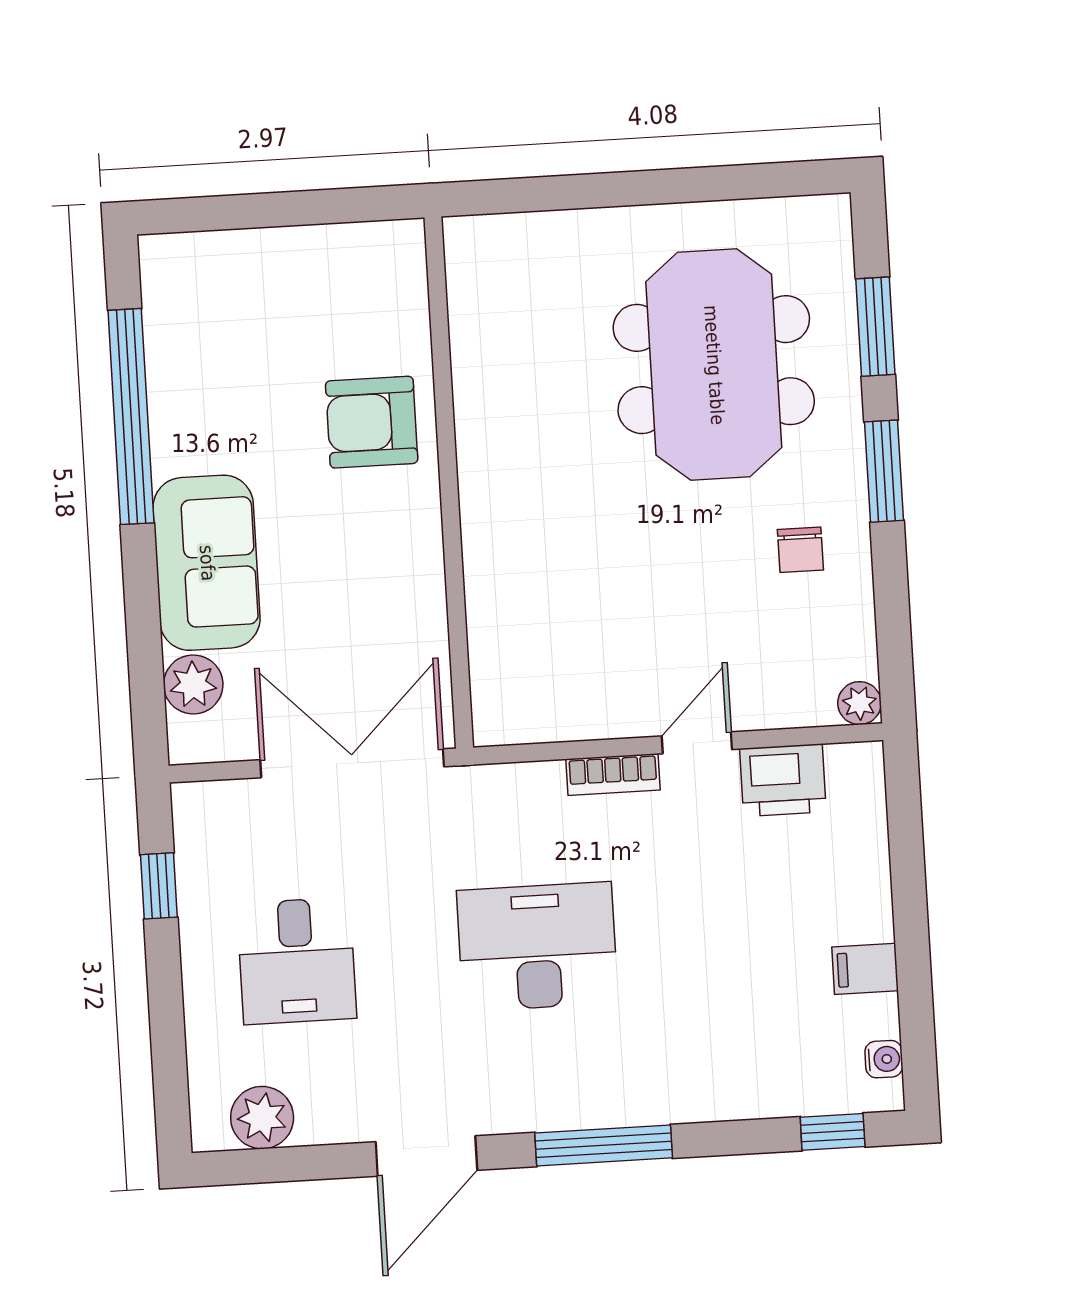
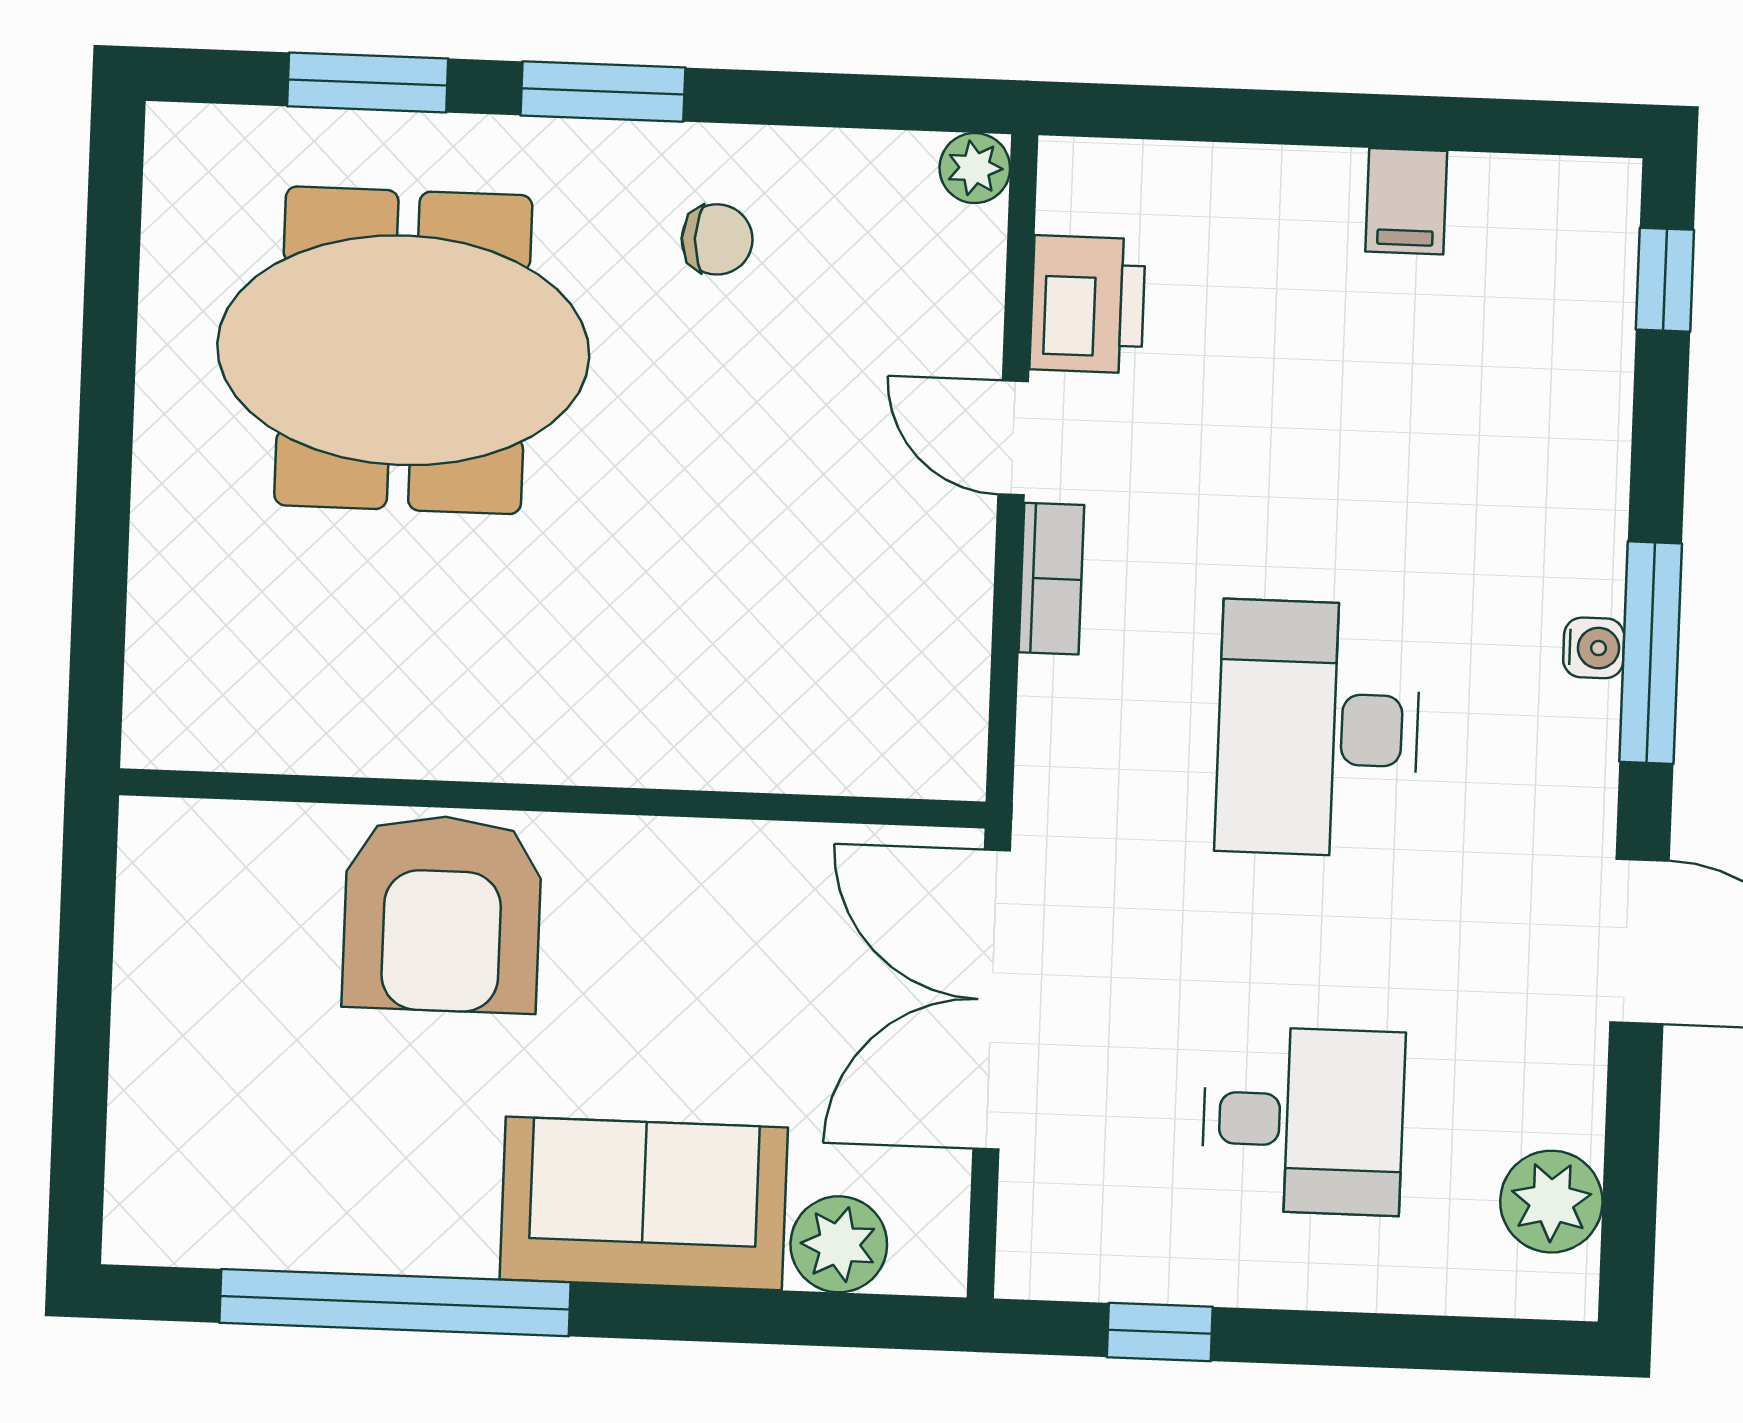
armchair: (372, 422) -> (442, 914), width x1.36, depth x1.36
water cooler: (884, 1059) -> (1594, 648), moved, turned 90

